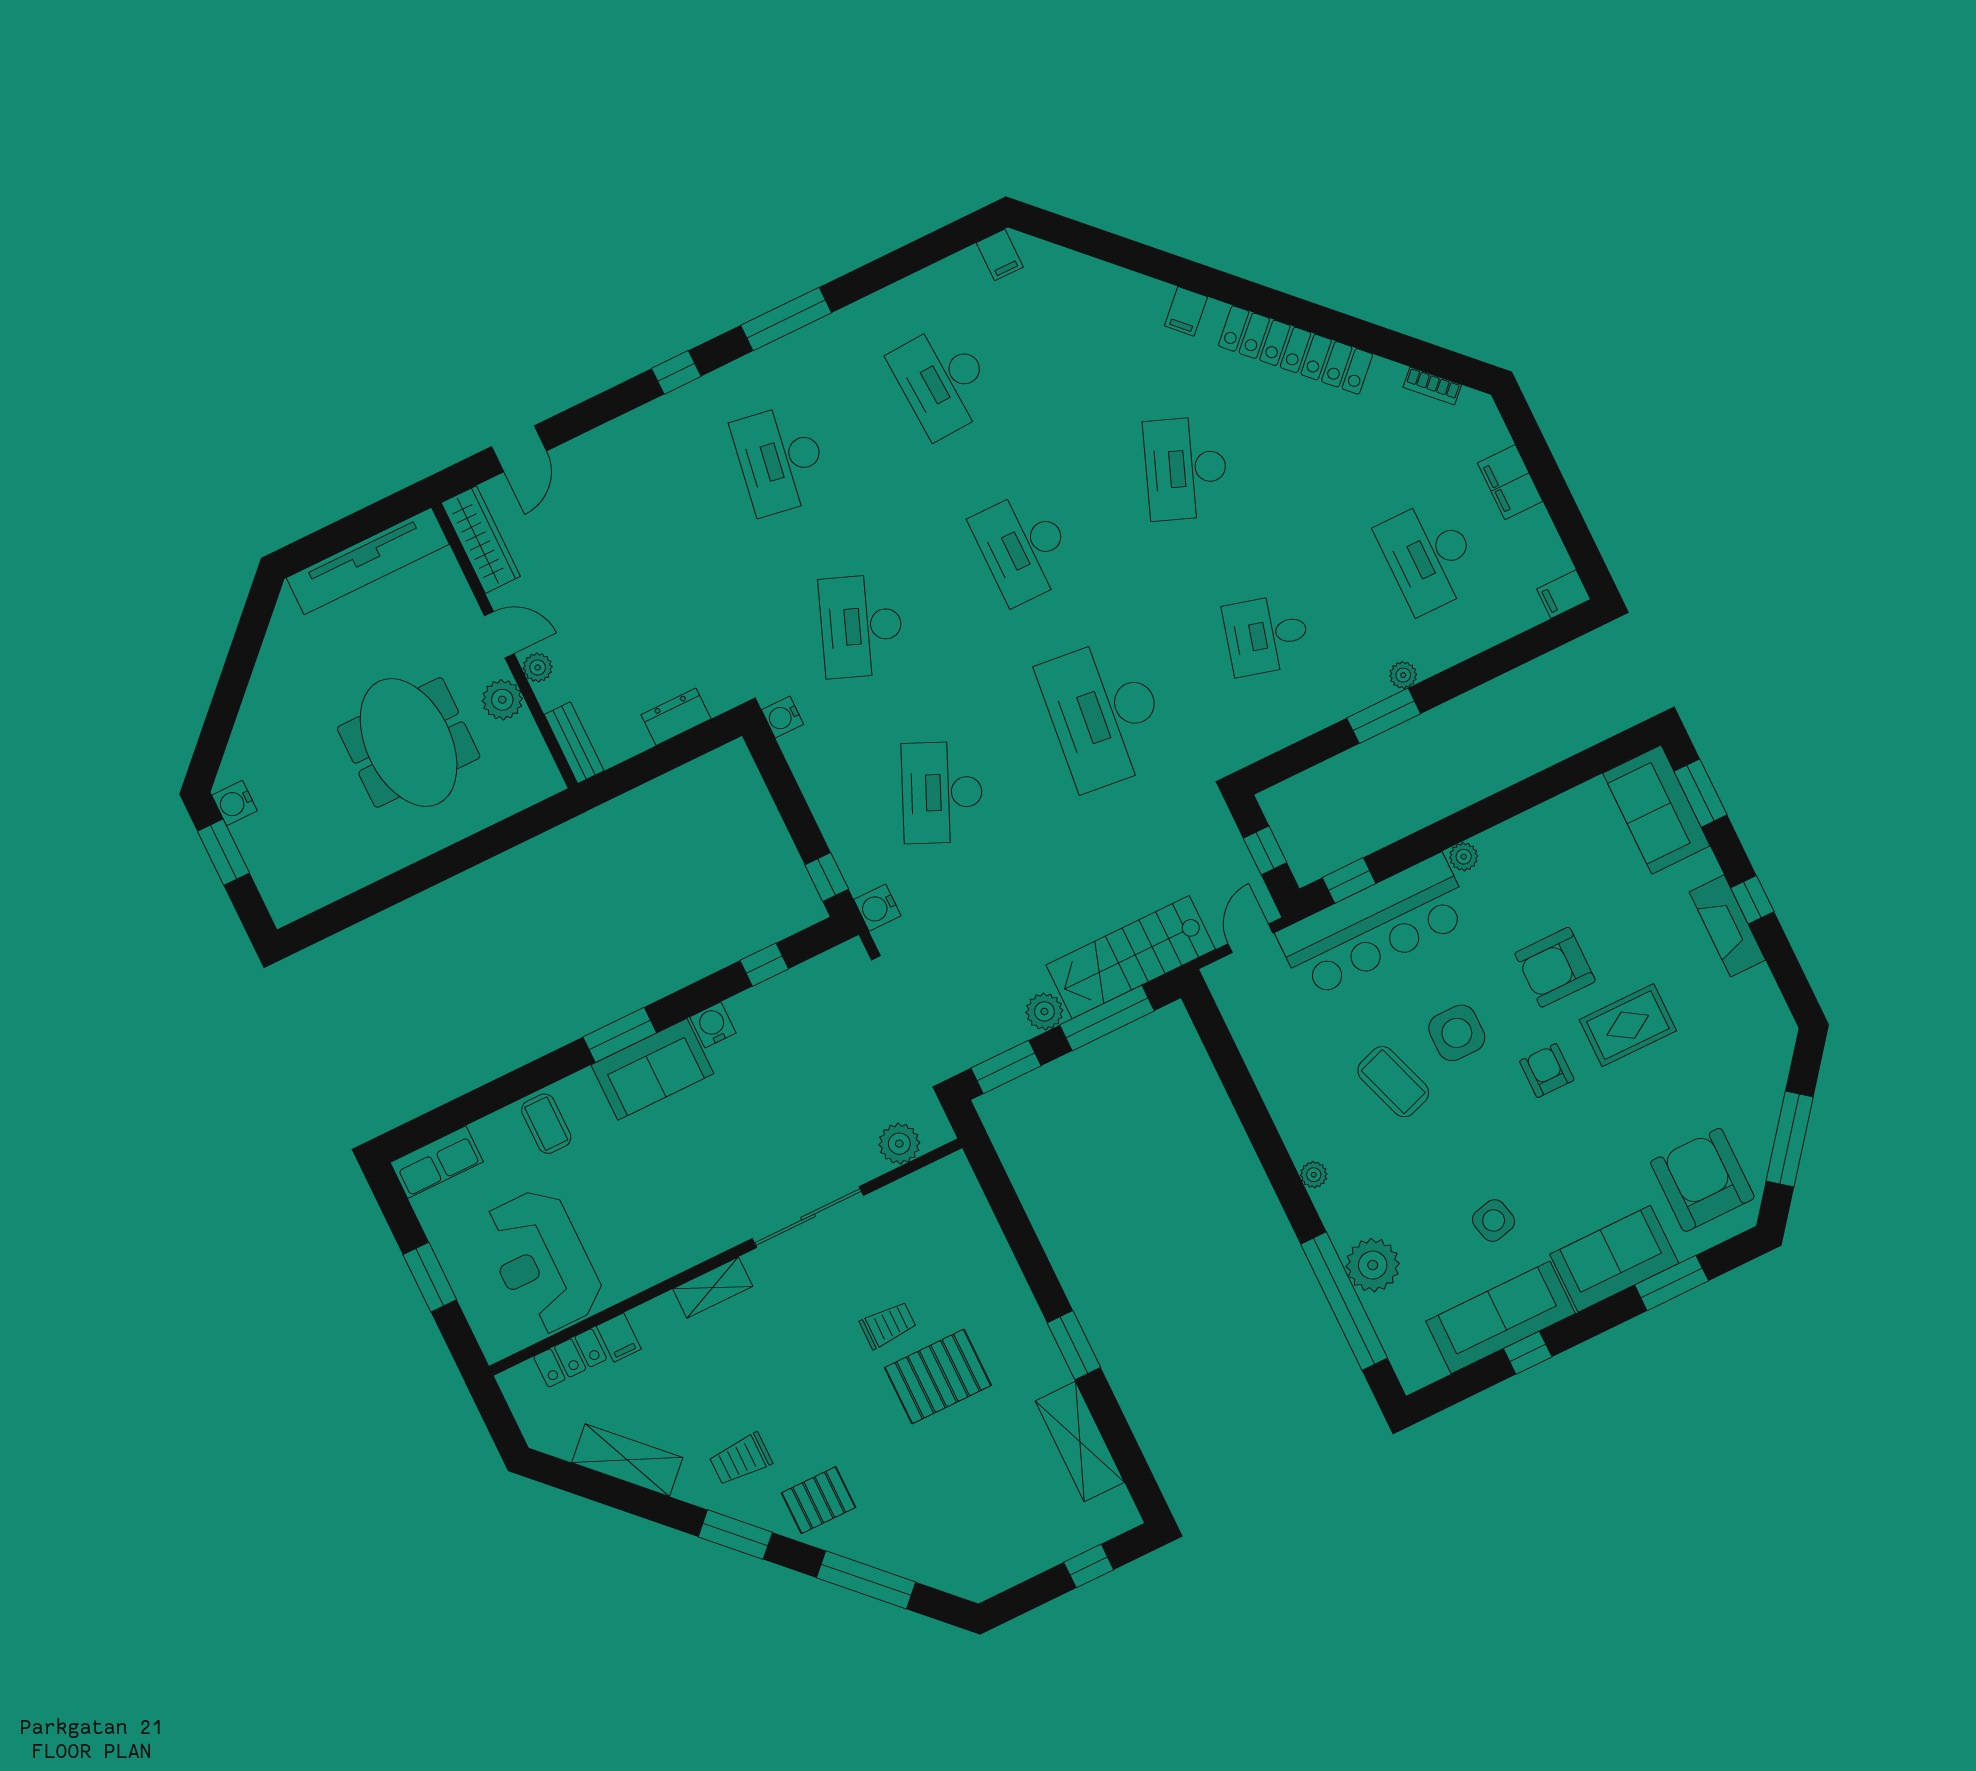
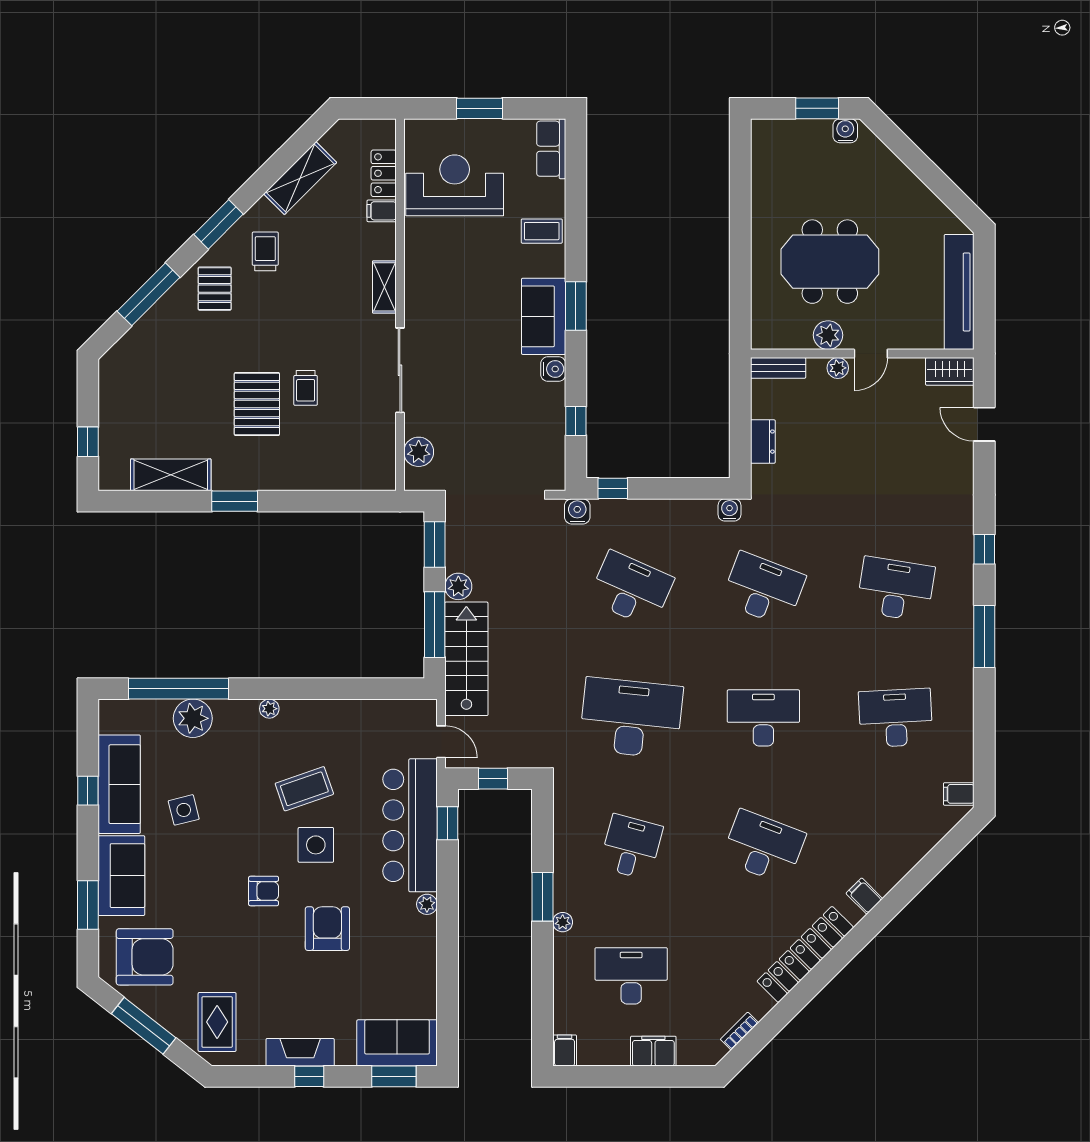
wardrobe: (481, 540) -> (950, 371), width x0.67
rug: (1628, 1025) -> (217, 1022), moved

